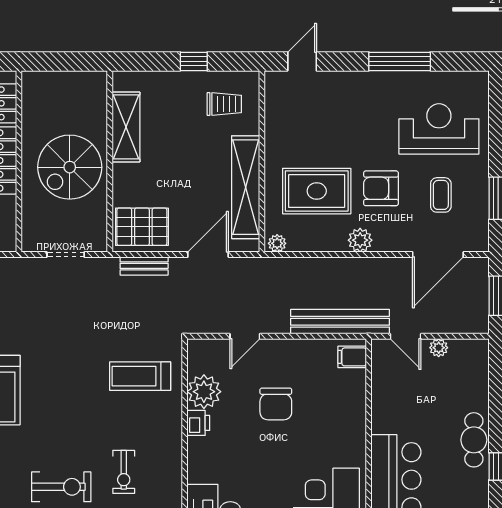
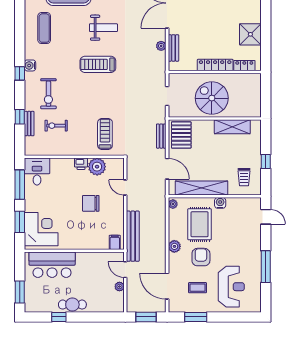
water cooler: (275, 151) -> (220, 203), added
door: (406, 336) -> (125, 270), hinge flipped

